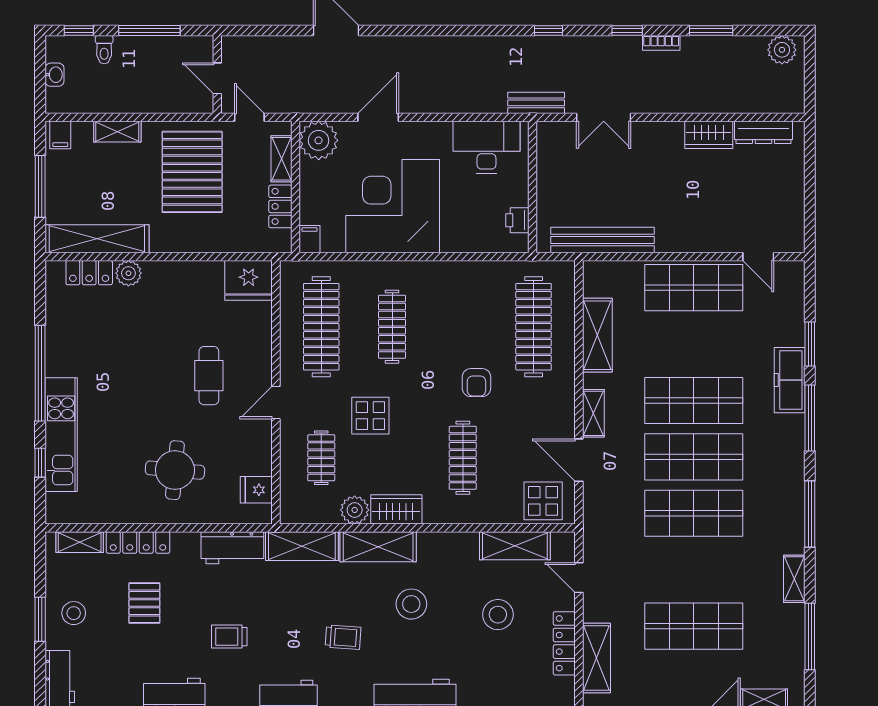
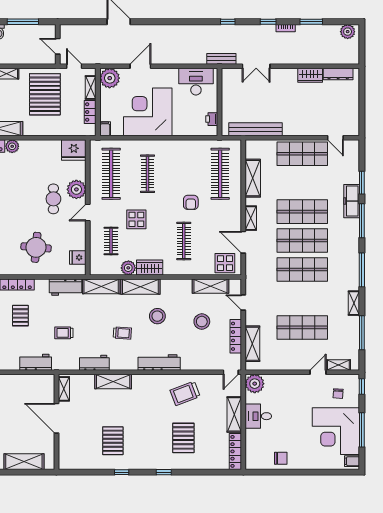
plant: (254, 357) -> (76, 189), added

